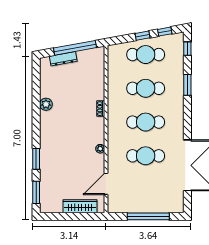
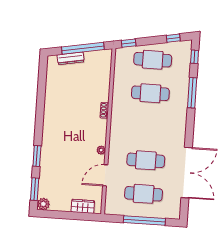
window: (142, 36) -> (129, 43), moved
window: (187, 85) -> (192, 93), width x1.44
plant: (46, 104) -> (43, 204), moved
cafe table: (146, 122) -> (144, 194), moved
door: (106, 184) -> (105, 175), moved
wardrobe: (80, 206) -> (83, 206), width x0.67

